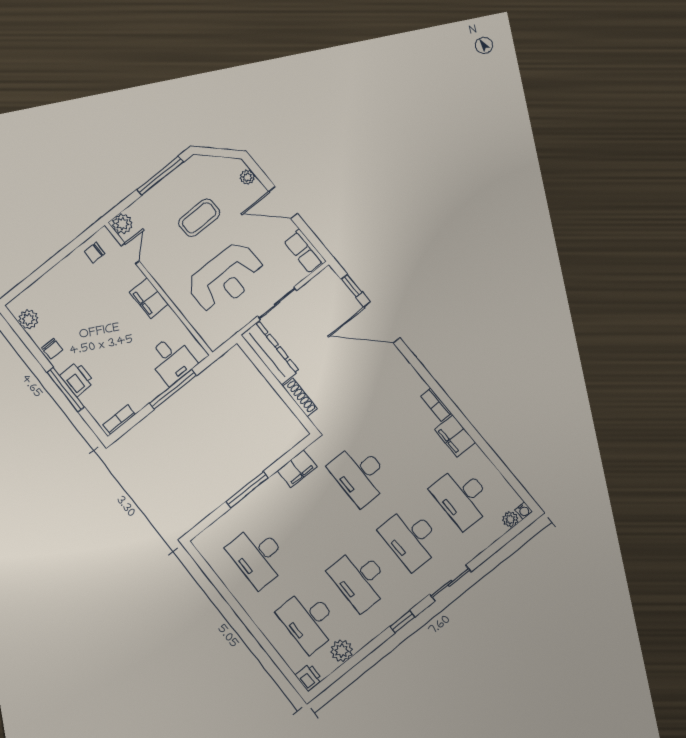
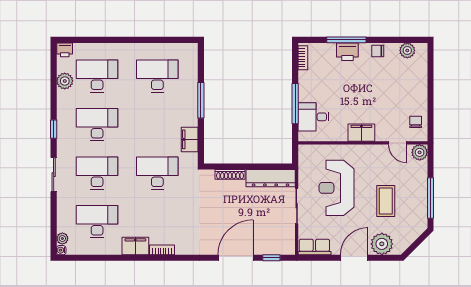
plant: (247, 177) -> (382, 244), width x1.88, depth x1.88

